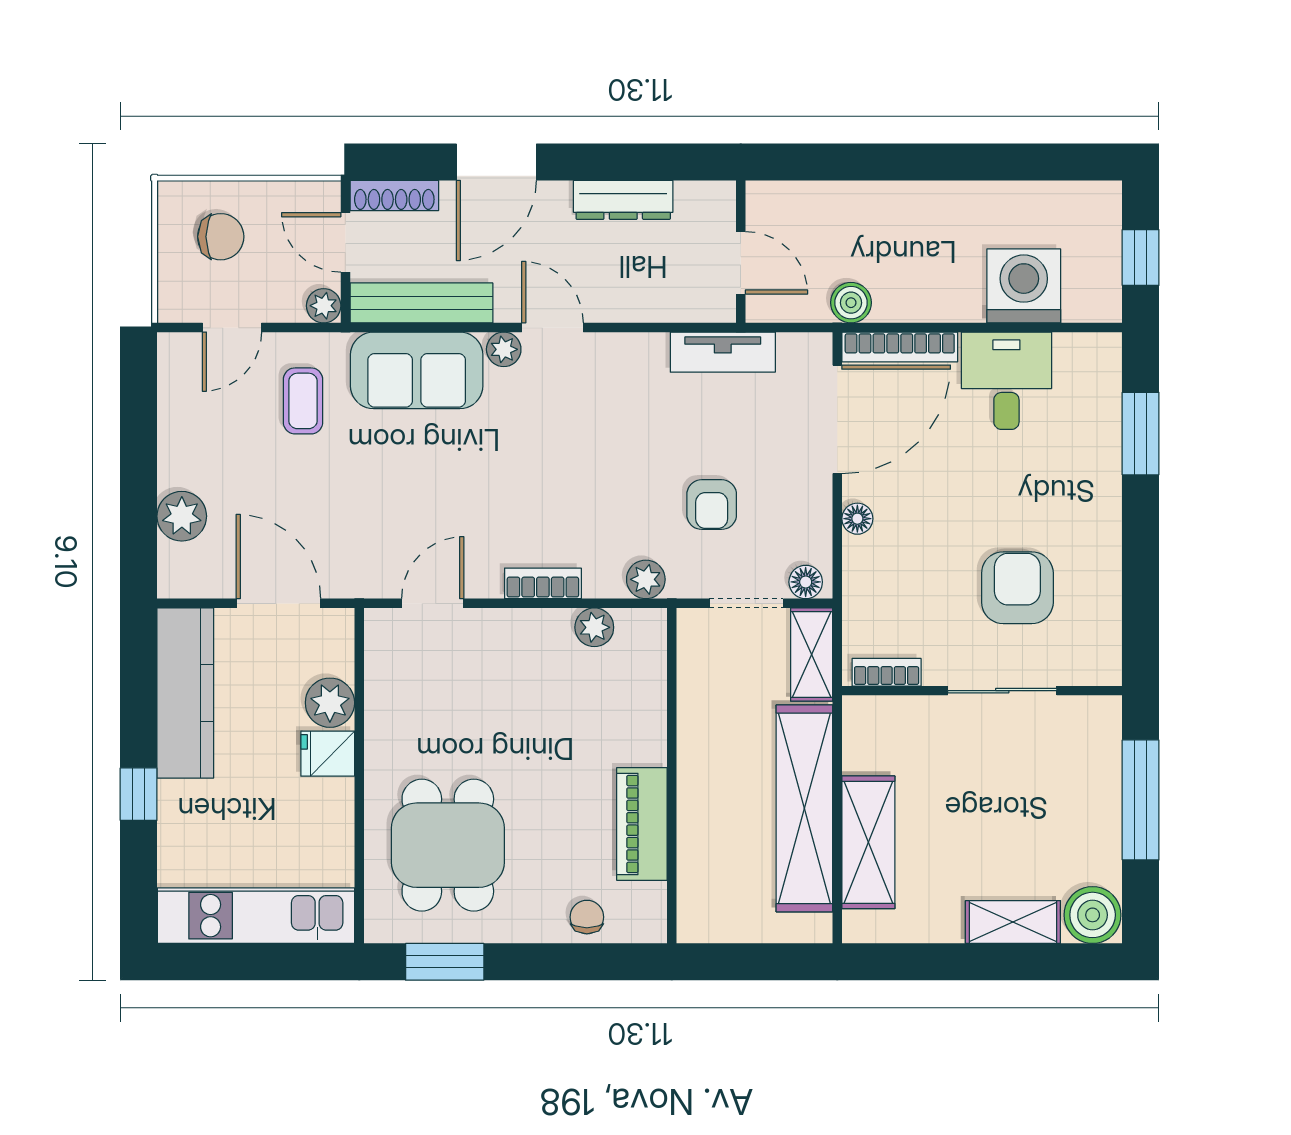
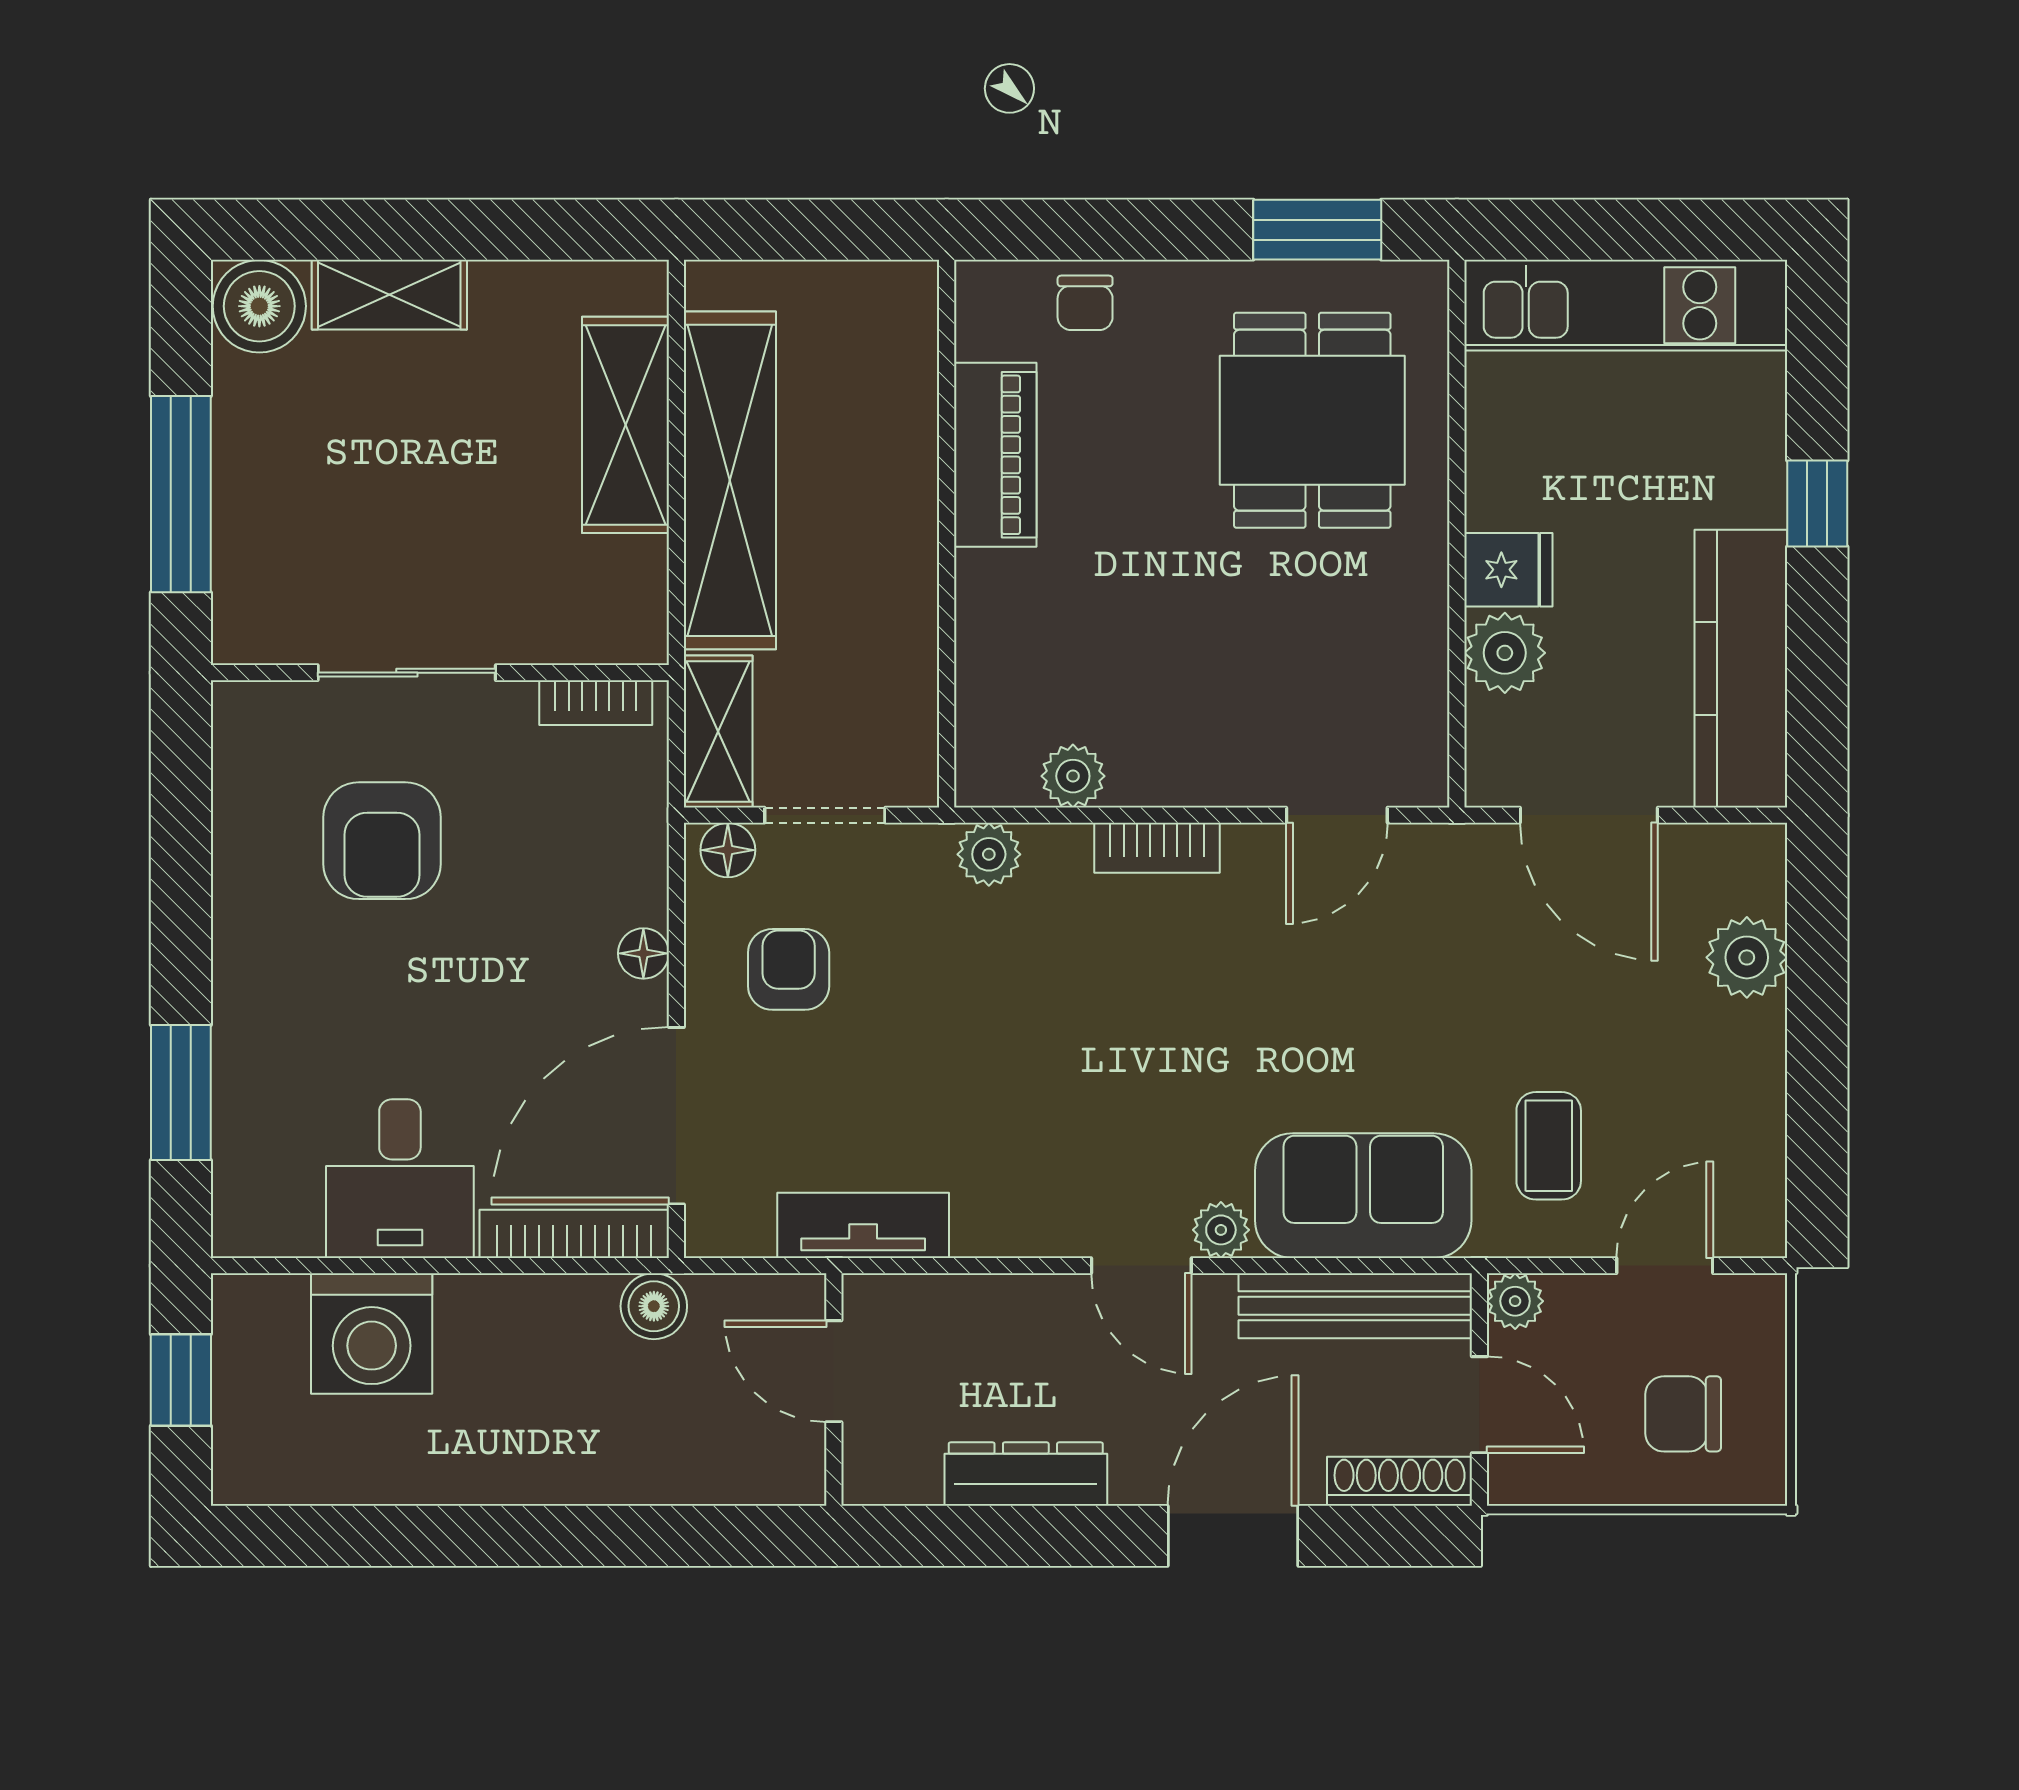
armchair: (712, 505) -> (789, 969), moved

